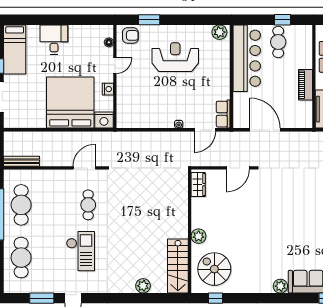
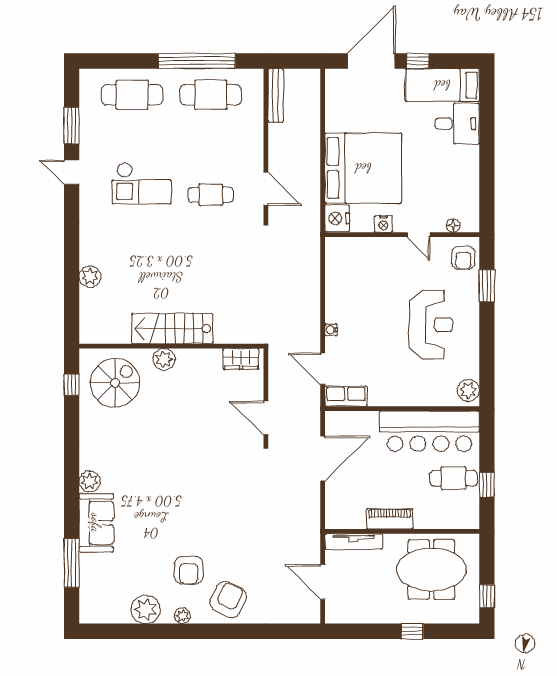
desk: (54, 40) -> (457, 124), moved
stairs: (178, 266) -> (172, 329), moved

